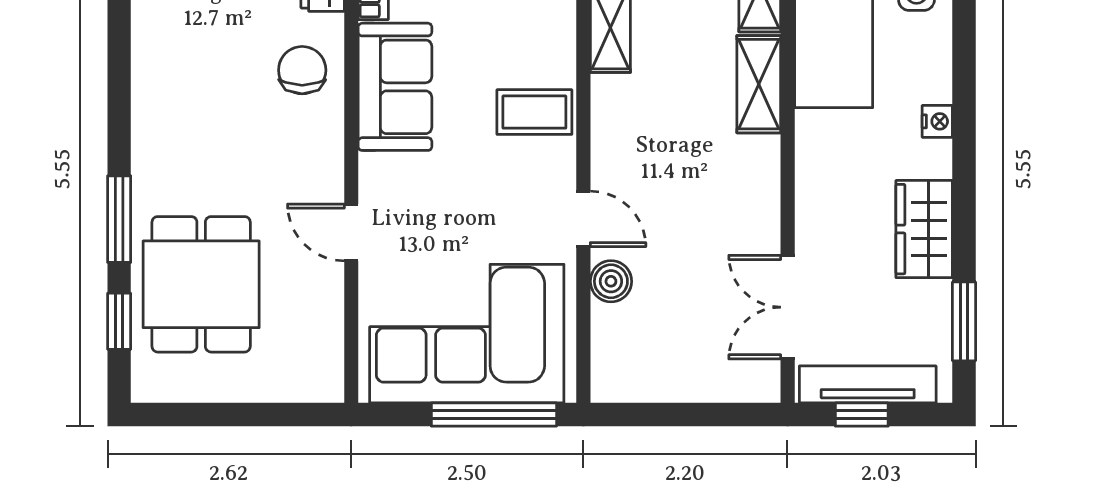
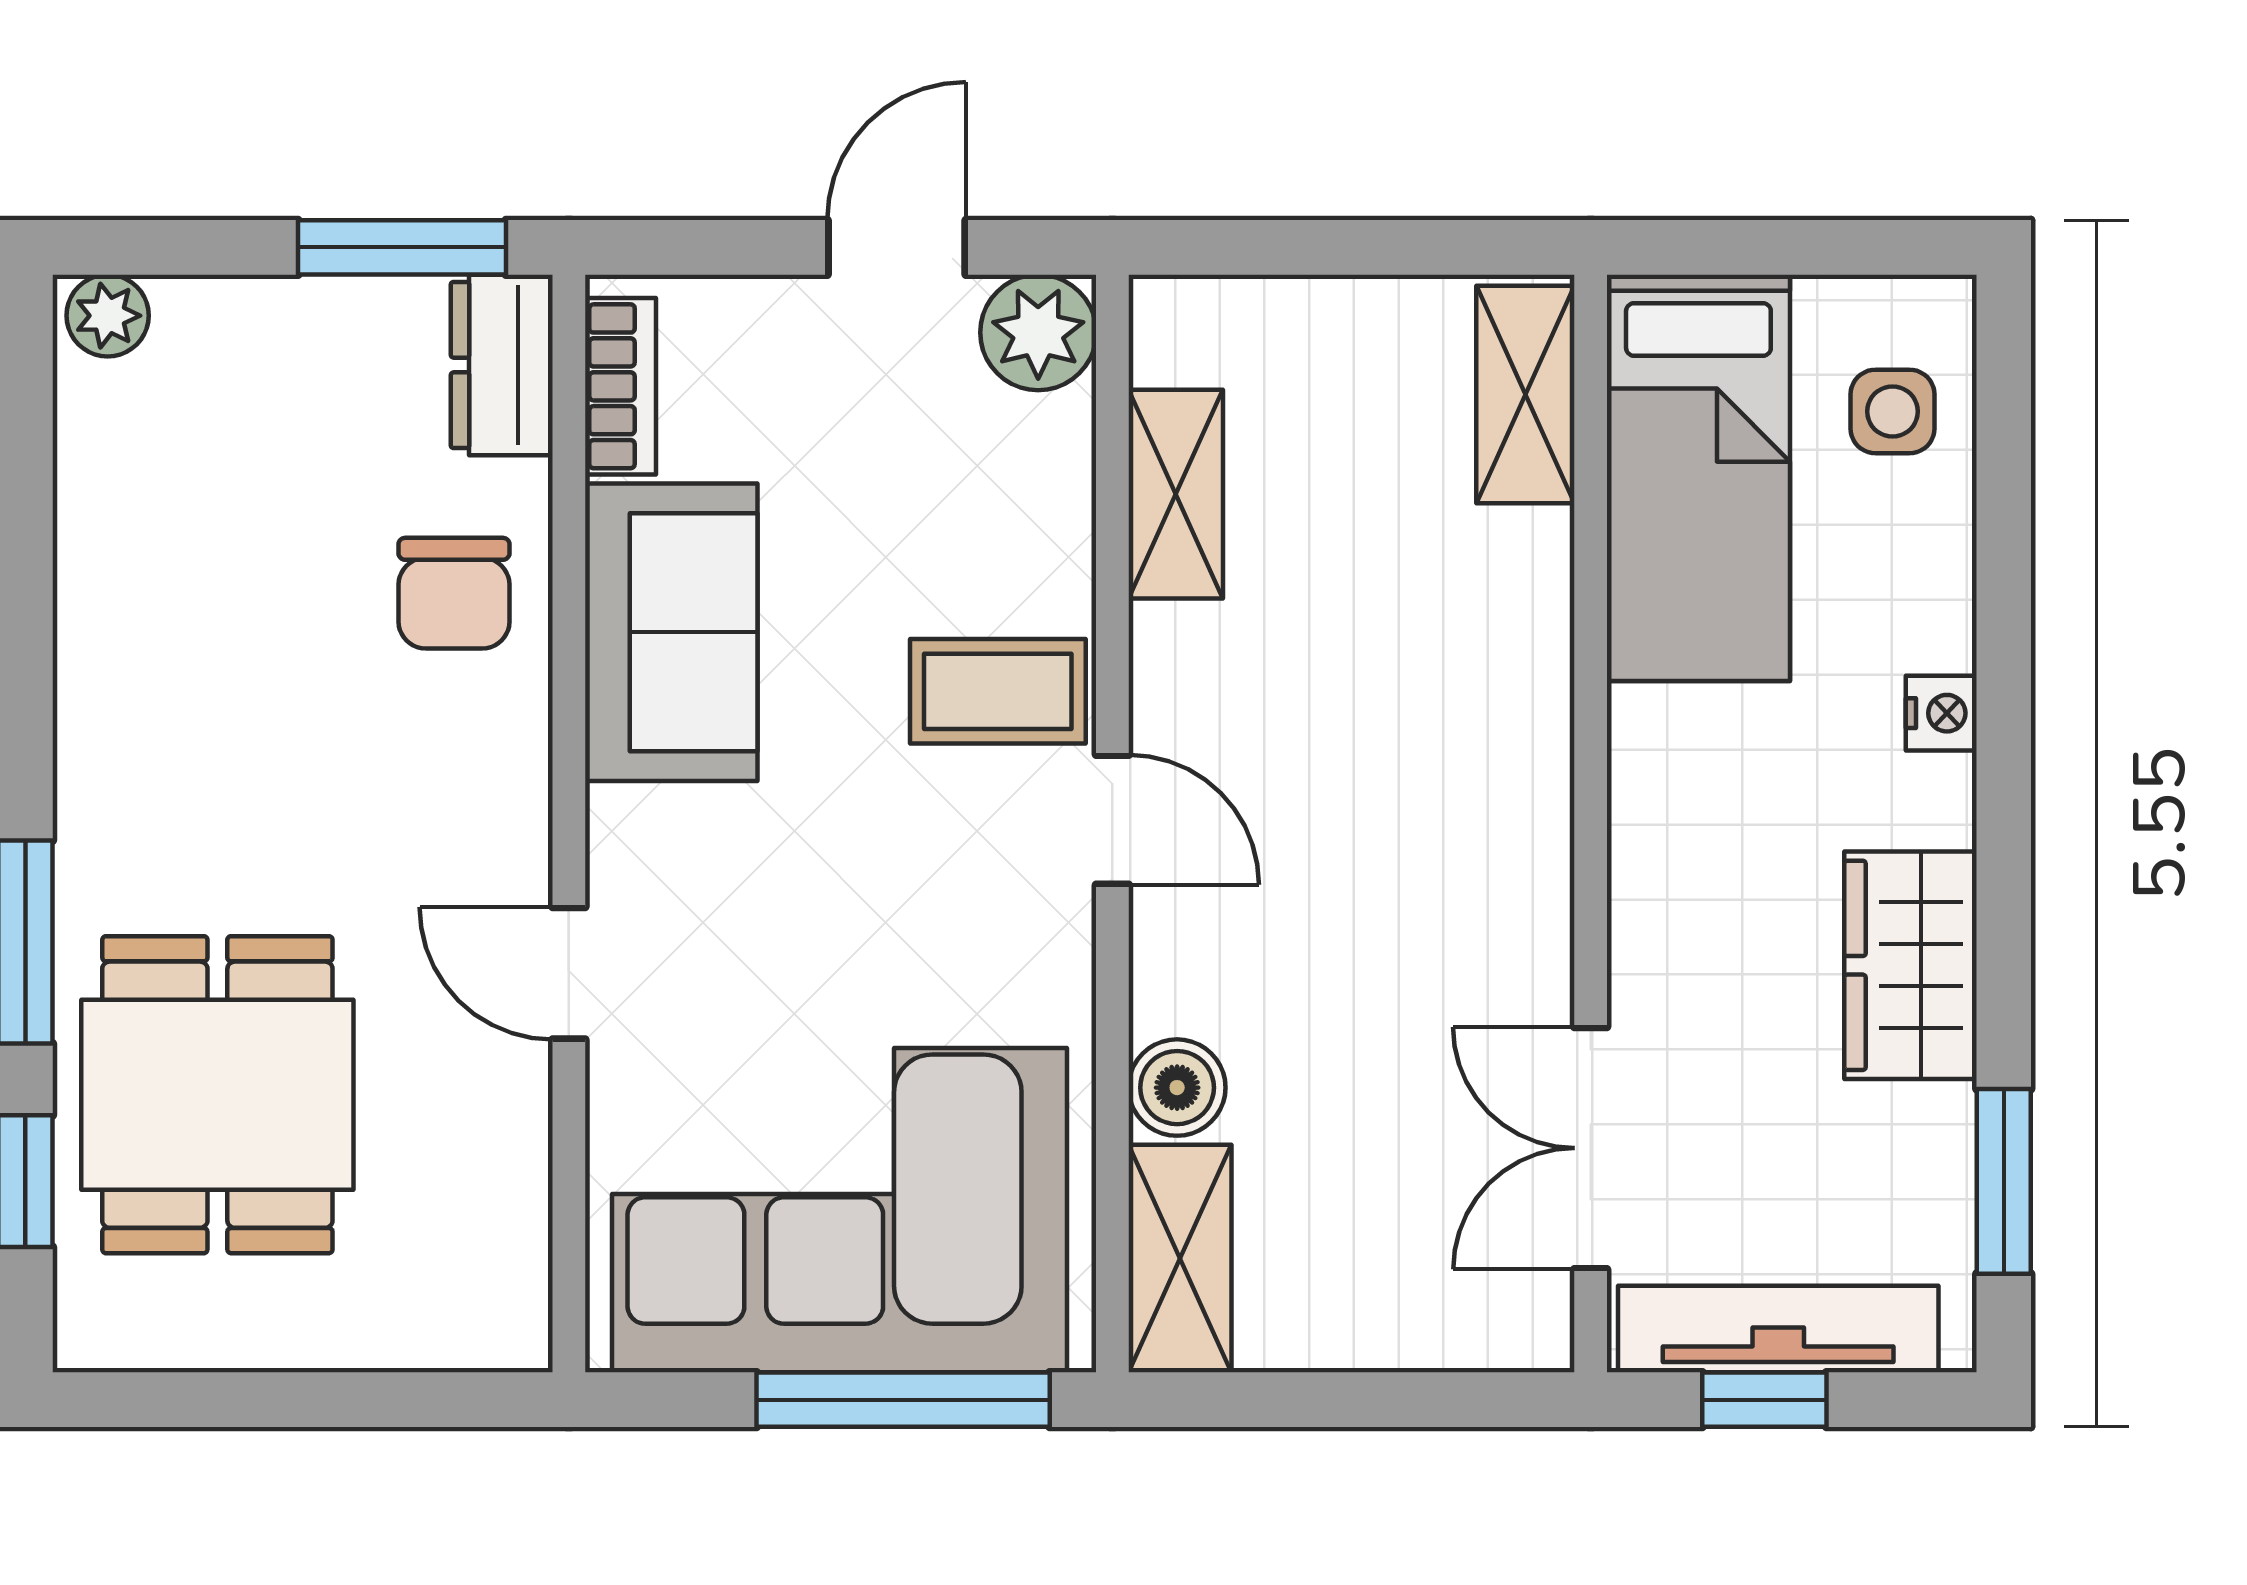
chair: (302, 70) -> (454, 593), turned 180
shelving: (759, 84) -> (1180, 1259), moved
door: (583, 219) -> (1112, 820), moved

